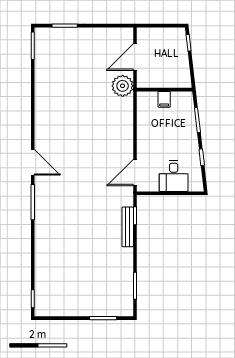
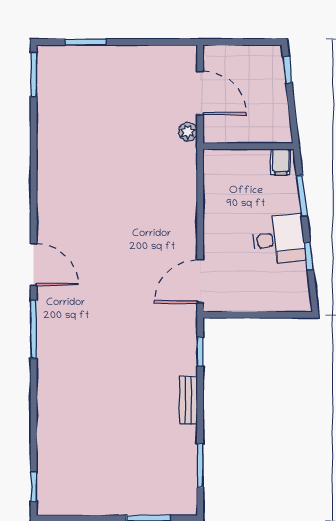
door: (135, 57) -> (200, 93), swing flipped
plant: (123, 86) -> (188, 132), width x0.53, depth x0.53
filing cabinet: (164, 99) -> (281, 162), moved
desk: (174, 176) -> (279, 239), moved, turned -97
bench: (128, 227) -> (188, 400), moved, width x0.73

